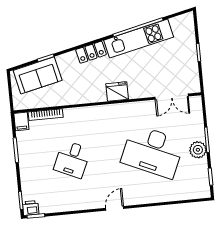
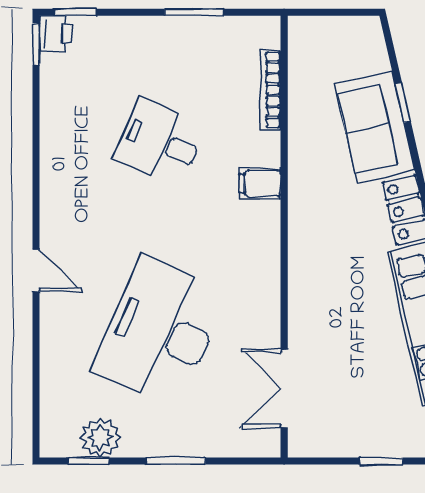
sofa: (38, 75) -> (375, 127), moved
fridge: (117, 91) -> (308, 262), removed
filing cabinet: (21, 121) -> (260, 183), moved
plant: (198, 150) -> (100, 438), moved
door: (115, 208) -> (36, 270), moved

